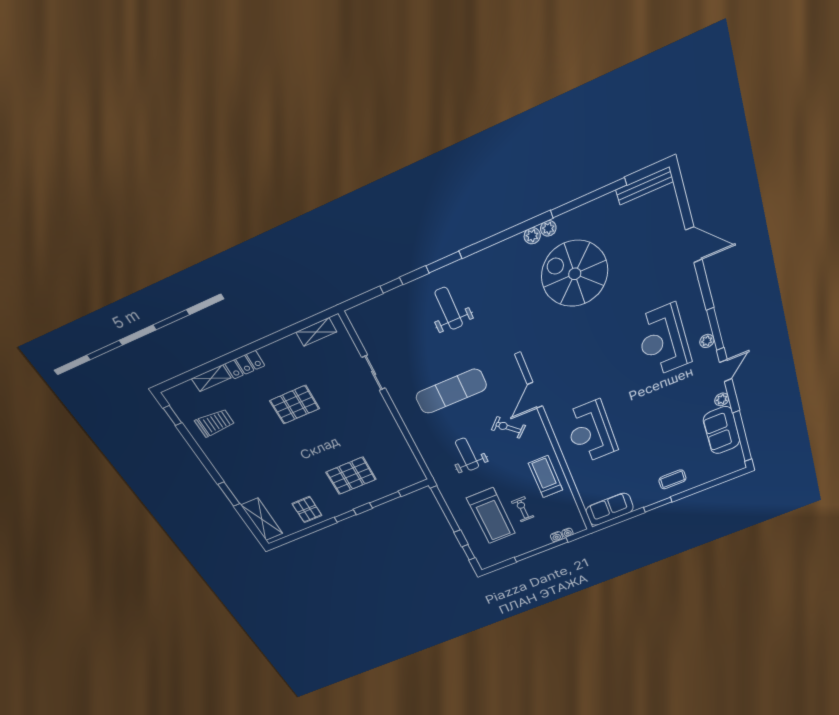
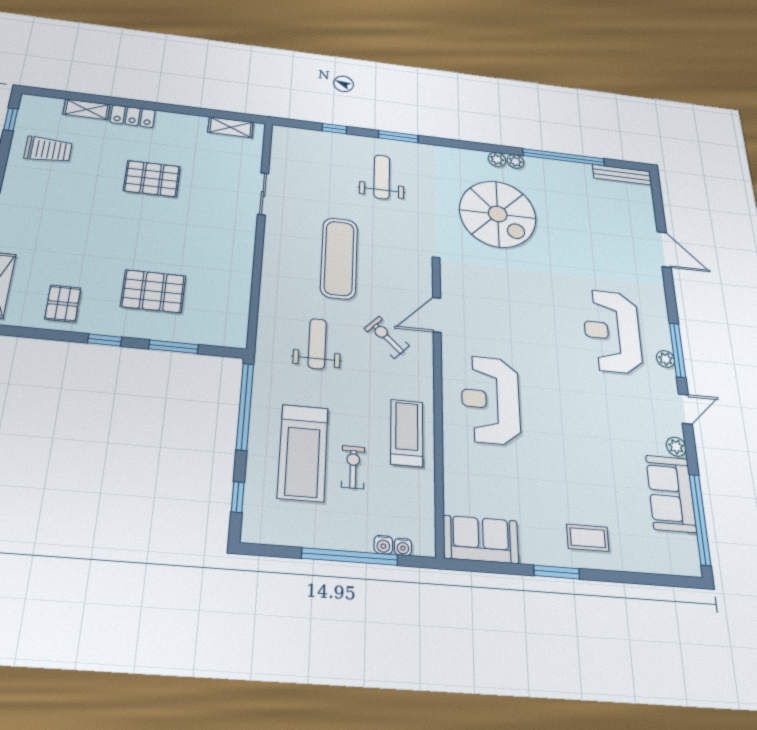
spiral stairs: (575, 274) -> (498, 214), moved, turned 180
exercise mat: (451, 391) -> (339, 258), turned 90

